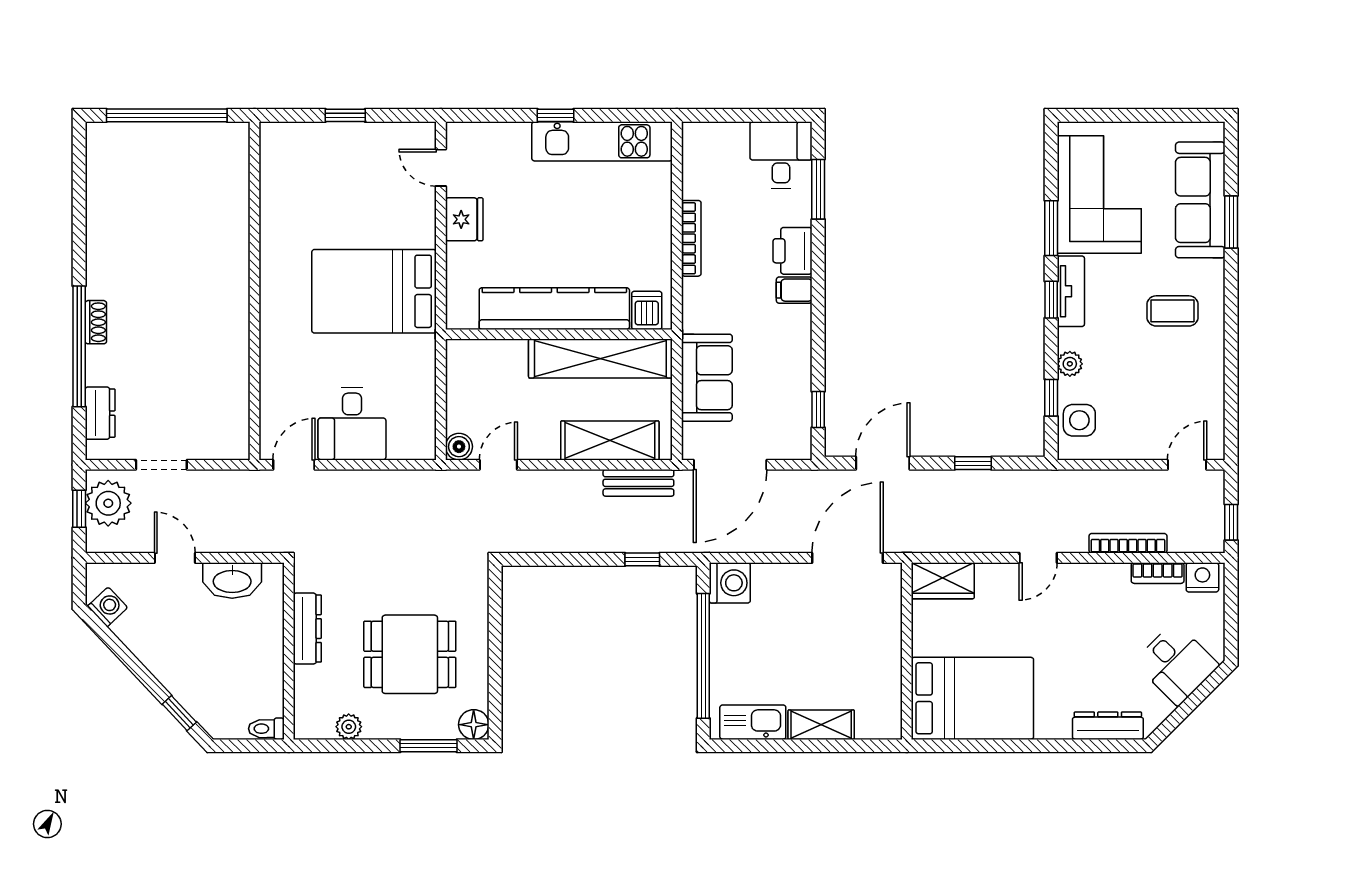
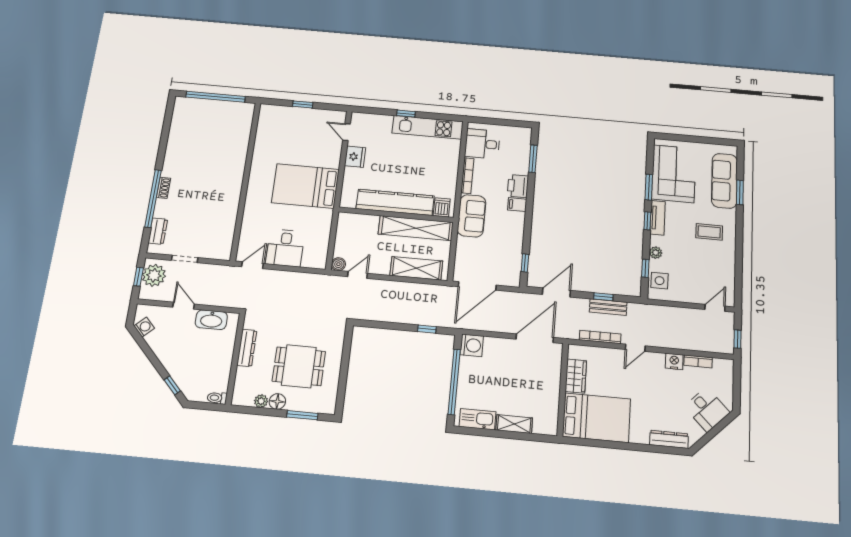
desk: (781, 155) -> (482, 144), moved, turned -90
sofa: (707, 378) -> (472, 216), moved
bench: (638, 483) -> (608, 307), moved
bookcase: (1128, 543) -> (600, 337), moved
nightstand: (1202, 577) -> (674, 361), moved
wardrobe: (943, 581) -> (576, 376), moved, turned -90
floor lamp: (474, 725) -> (277, 401), moved

